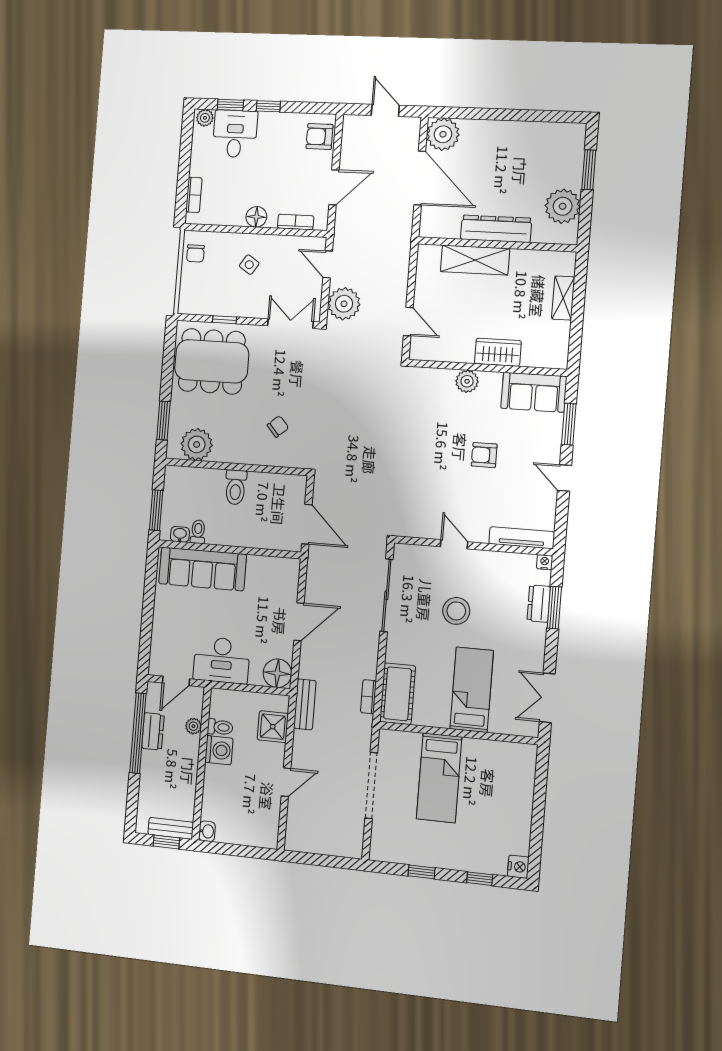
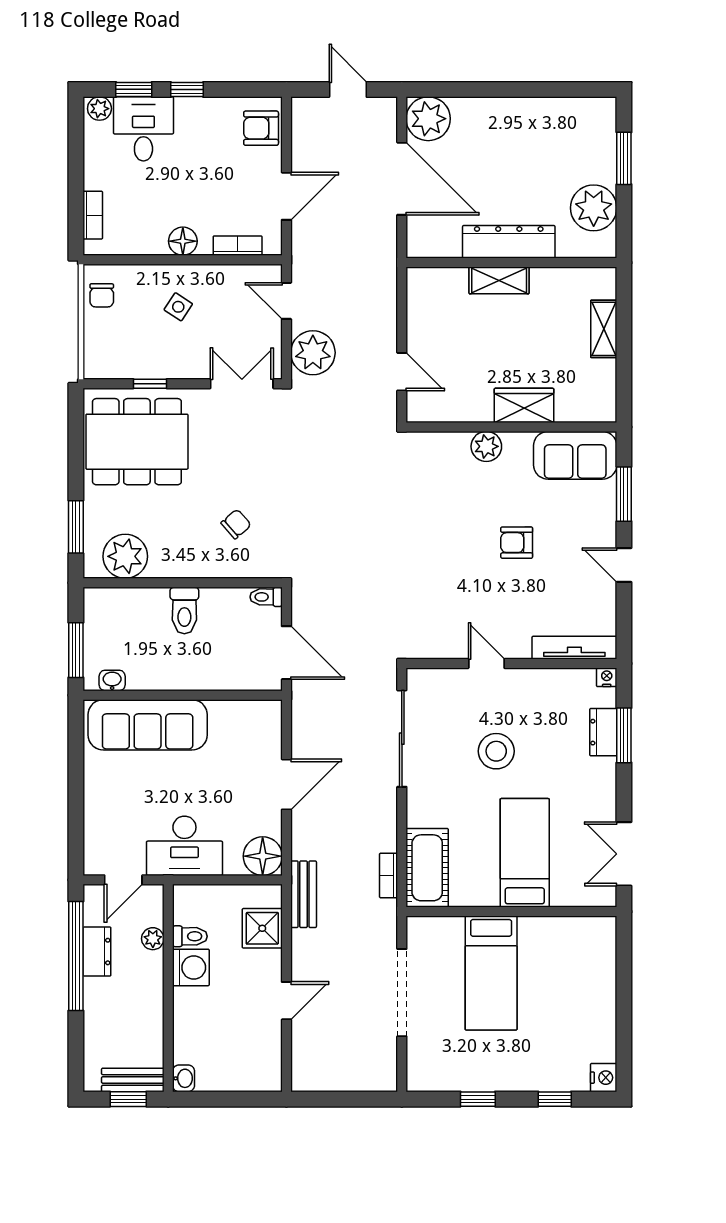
shelving: (475, 260) -> (499, 280), width x0.67, depth x0.75
toilet: (198, 532) -> (266, 597), moved, turned -90

